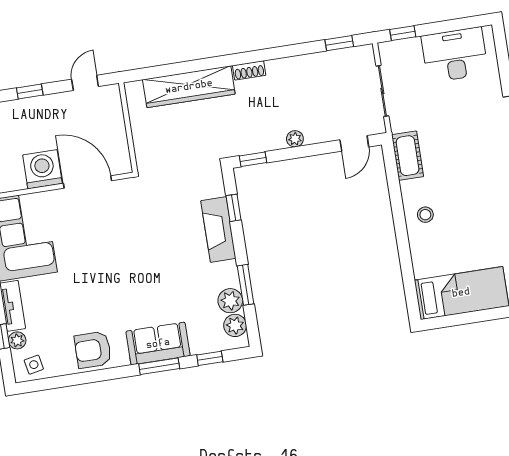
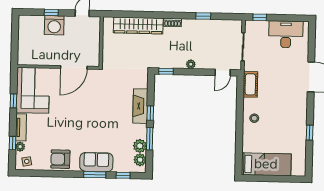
window: (339, 43) -> (203, 16), moved
washing machine: (42, 169) -> (54, 25), moved, turned 180
door: (88, 182) -> (74, 67), swing flipped
window: (234, 208) -> (150, 113), moved

